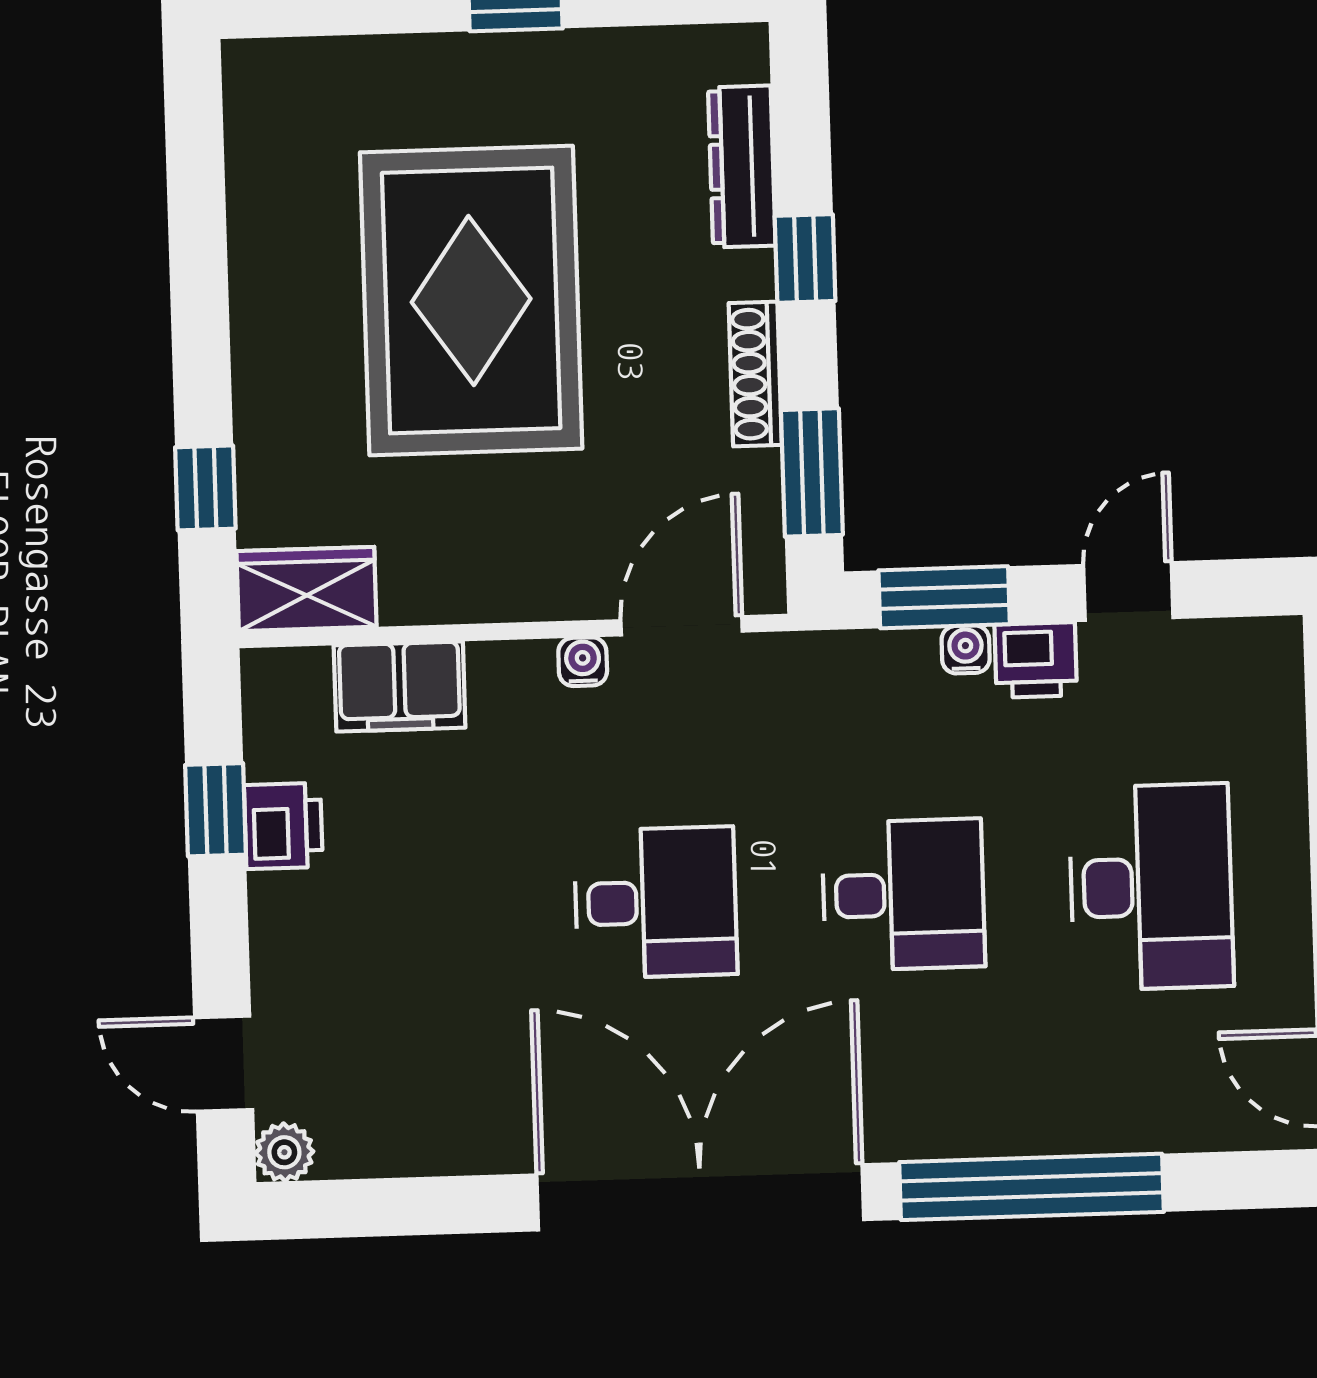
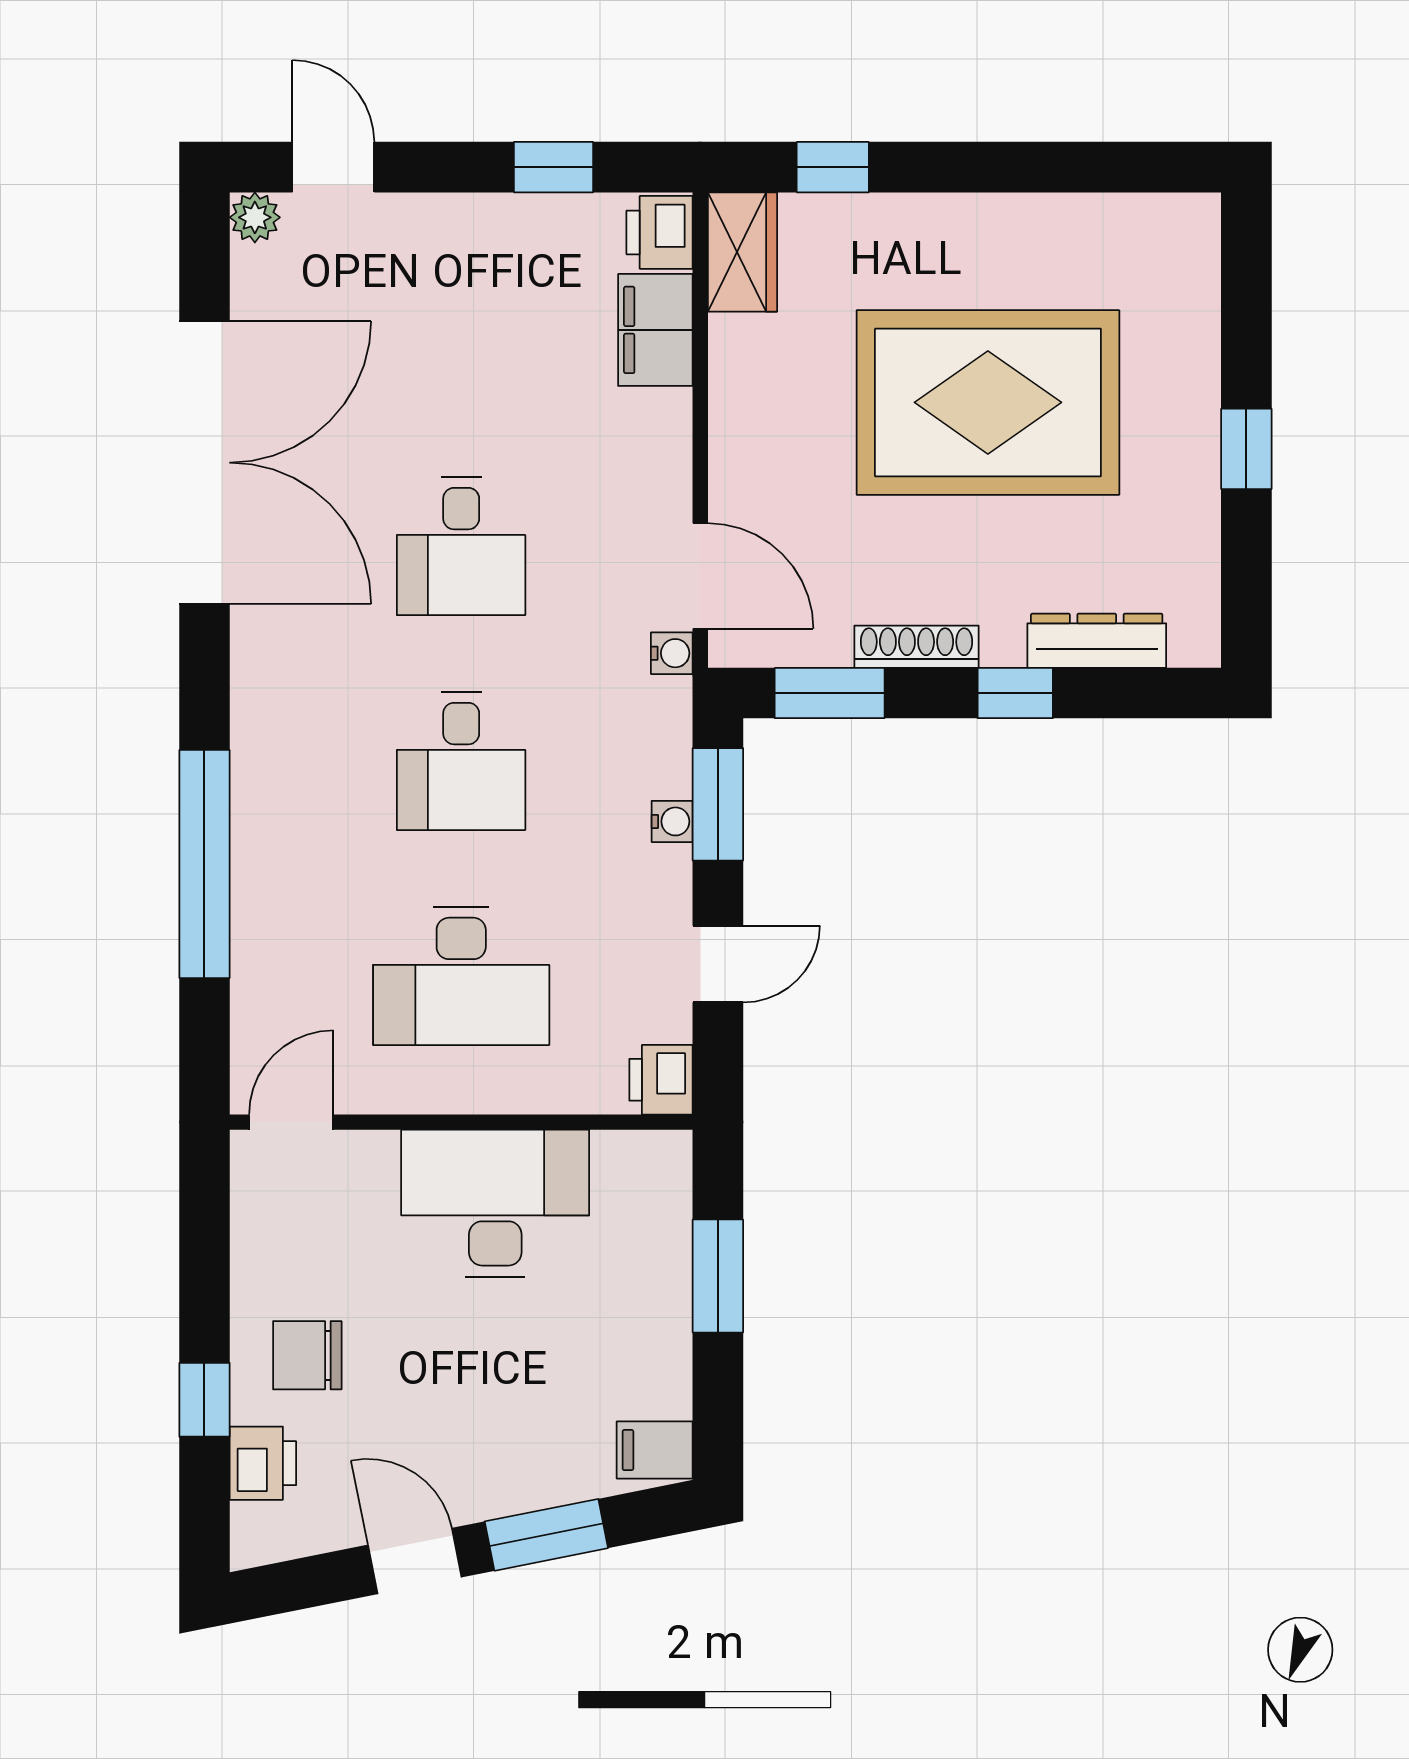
door: (1128, 591) -> (718, 964), hinge flipped
printer: (1036, 660) -> (661, 1080), moved
water cooler: (583, 662) -> (672, 653), moved
printer: (283, 826) -> (660, 232), moved, turned 90
door: (224, 1064) -> (333, 167), hinge flipped
double door: (700, 1197) -> (204, 463), moved

